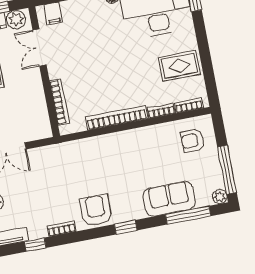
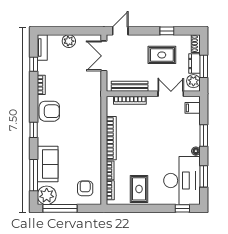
bench: (40, 106) -> (130, 86), added
plant: (220, 197) -> (47, 195), width x1.88, depth x1.88

